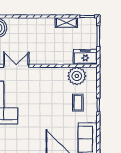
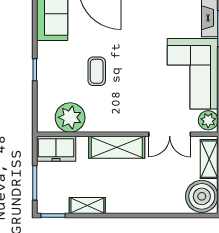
shelving: (48, 58) -> (117, 147), added
coffee table: (78, 103) -> (97, 71), moved

